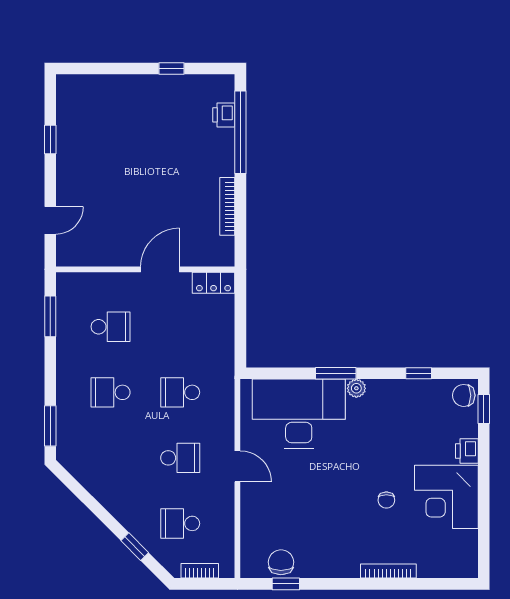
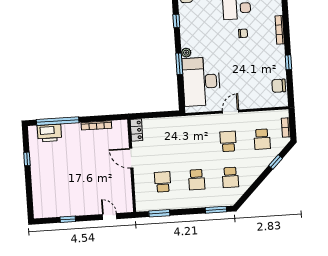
printer: (224, 115) -> (49, 133), width x1.87, depth x1.48
school desk: (180, 392) -> (230, 177), moved
window: (286, 584) -> (288, 62), moved

